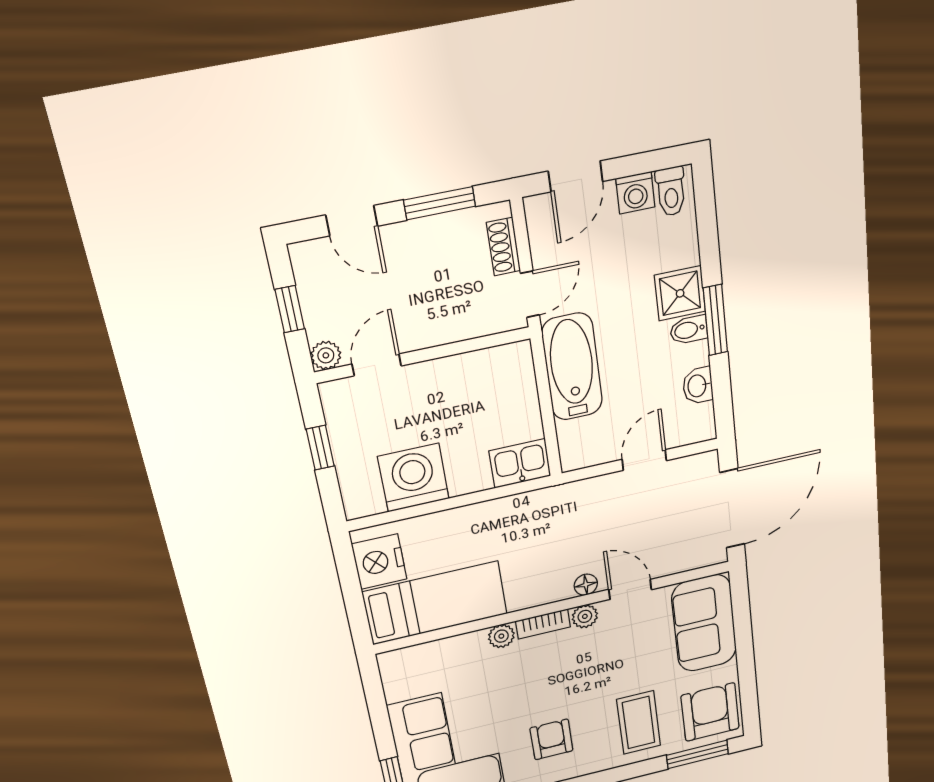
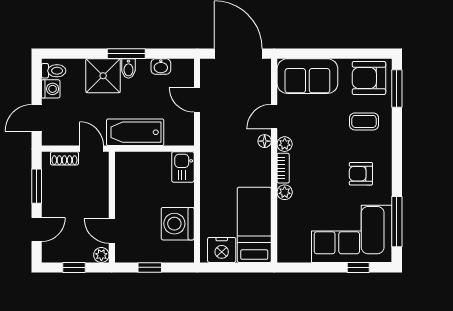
door: (576, 176) -> (37, 118), swing flipped
shower: (680, 293) -> (103, 76), width x1.36, depth x1.36
coffee table: (639, 723) -> (364, 121), width x0.73, depth x0.77

